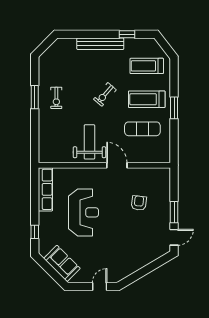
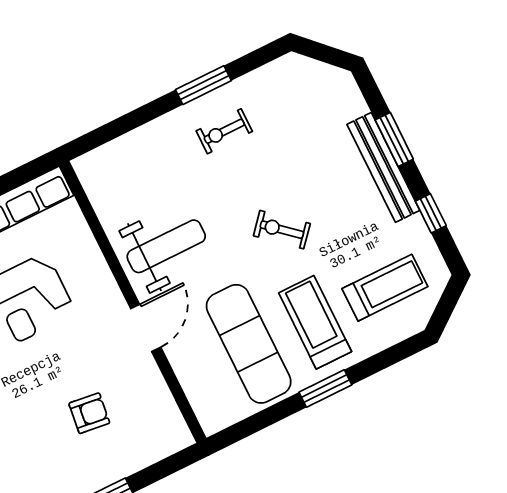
window: (92, 34) -> (394, 140), added
treadmill: (147, 66) -> (385, 288), turned 90
exercise mat: (142, 129) -> (249, 344), width x1.36, depth x1.45

